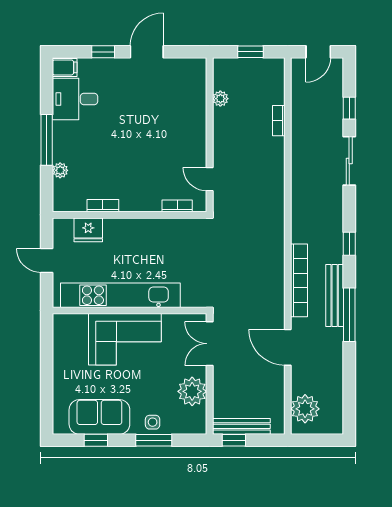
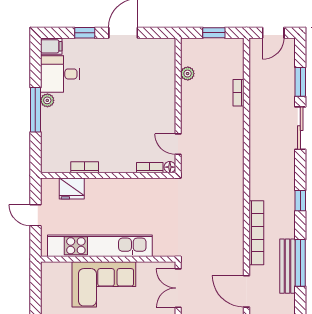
window: (349, 108) -> (300, 82), width x1.50
plant: (60, 170) -> (47, 100), moved
floor lamp: (200, 205) -> (170, 167), added
bench: (335, 295) -> (288, 266), moved

